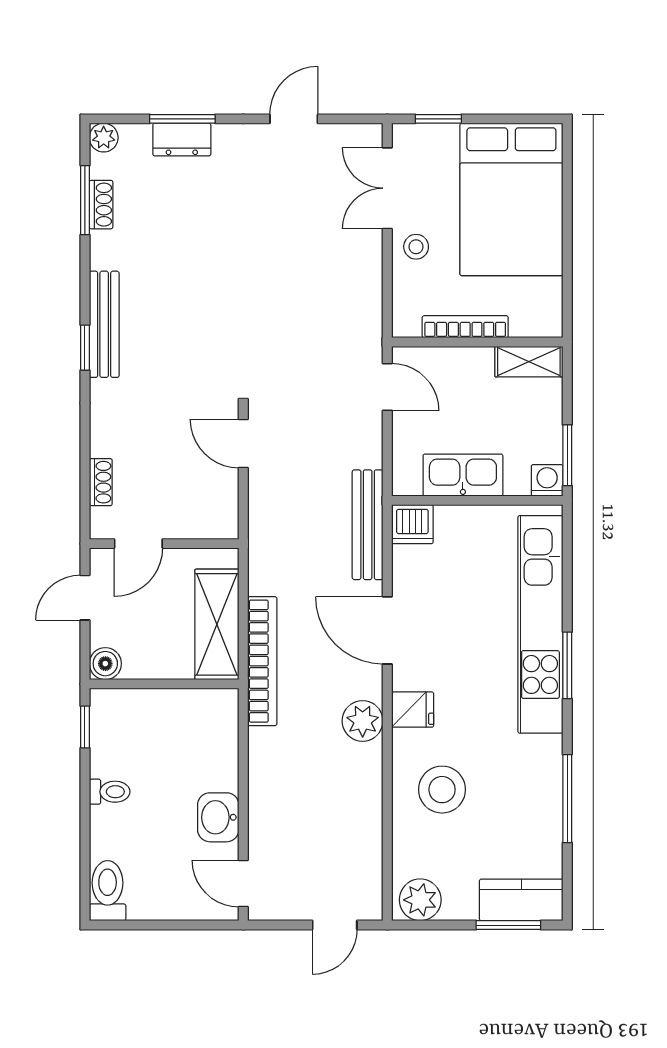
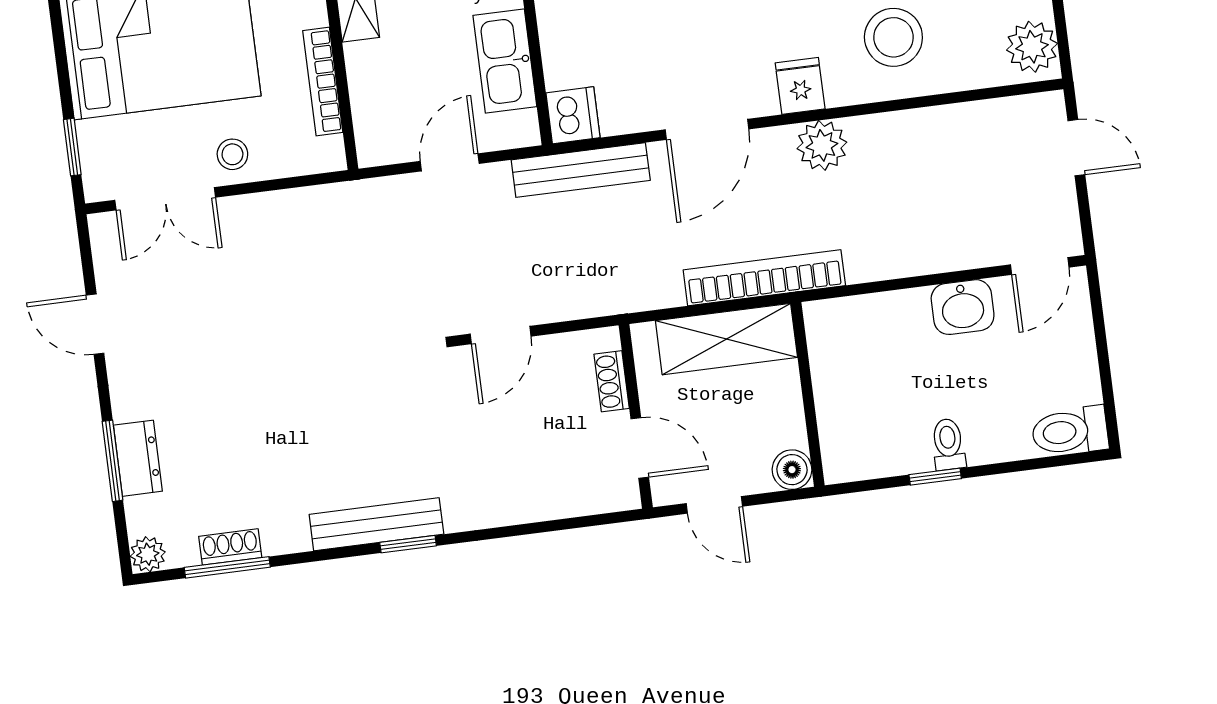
door: (387, 387) -> (450, 162), moved
shoe rack: (101, 482) -> (612, 381), moved, turned -90
window: (85, 727) -> (935, 477), moved

